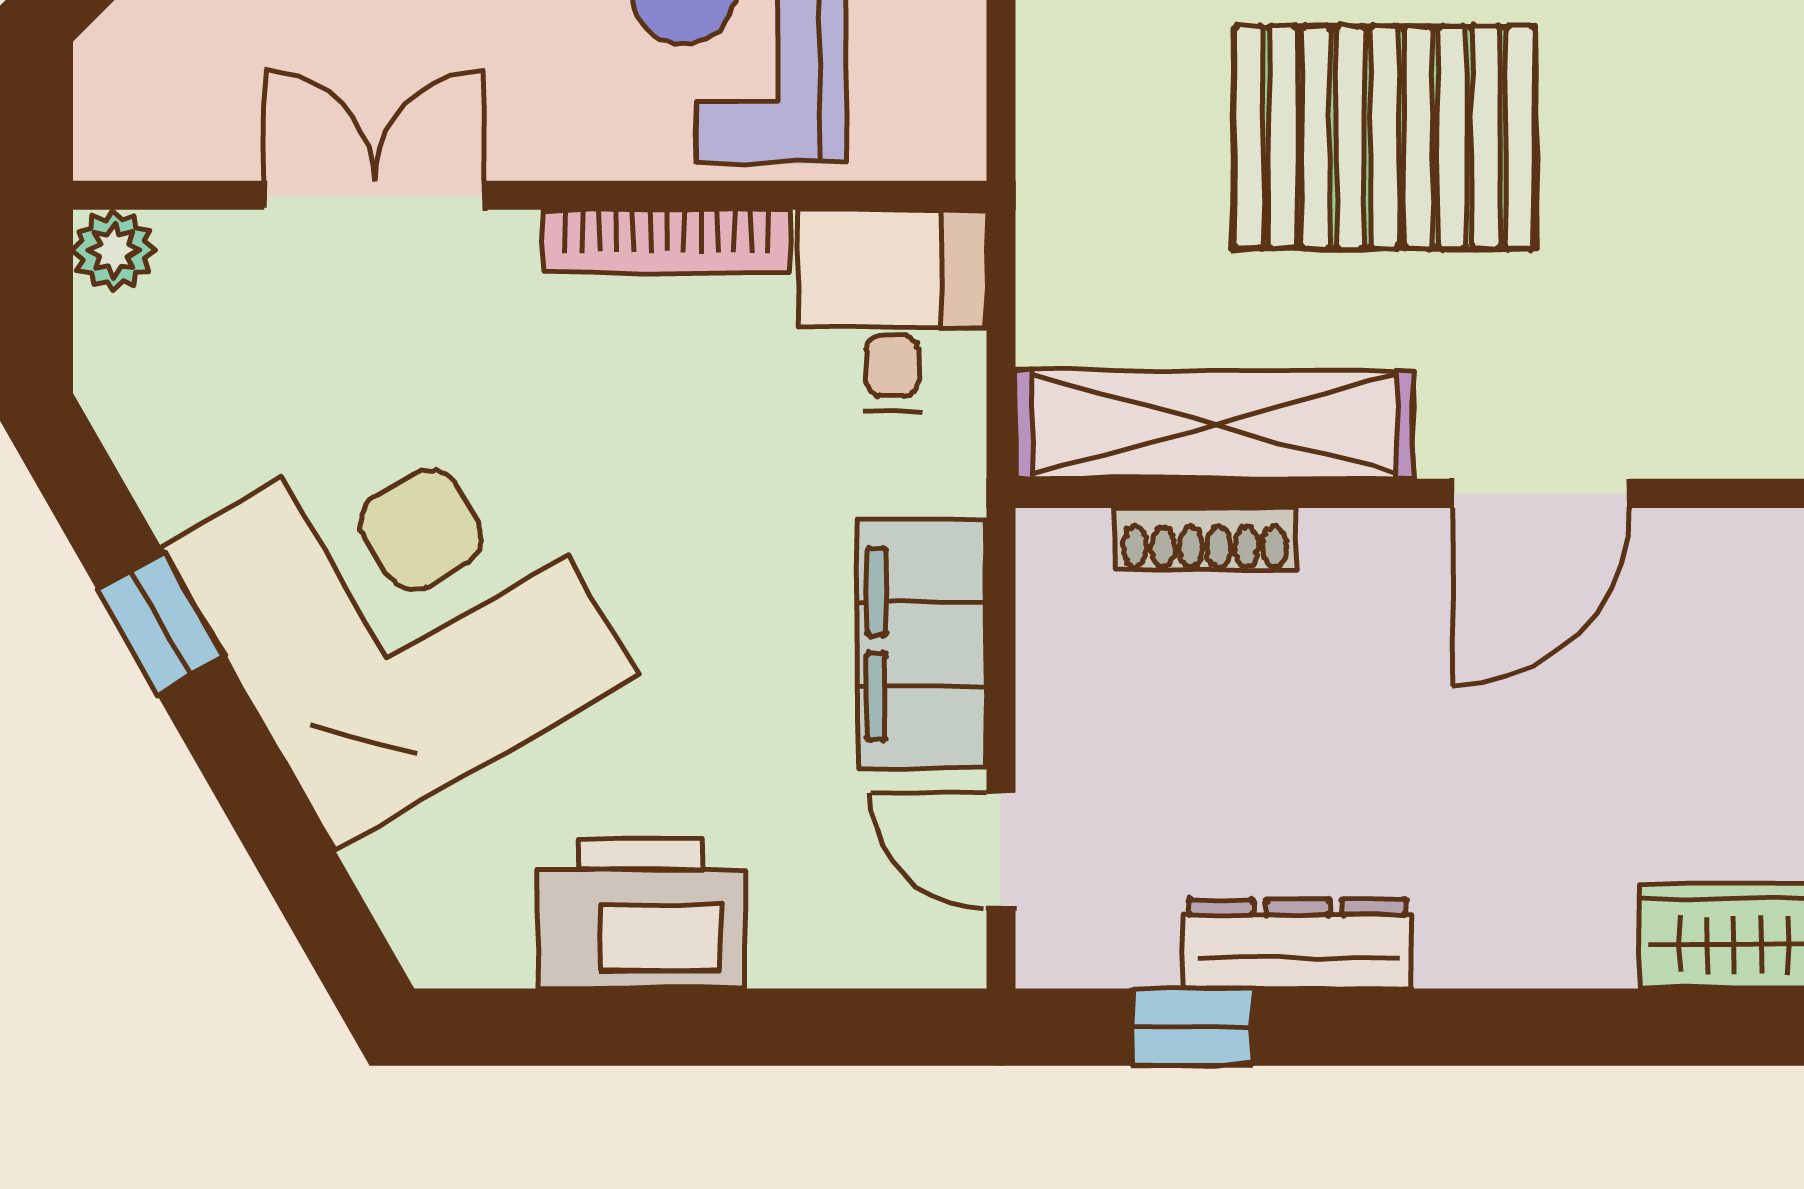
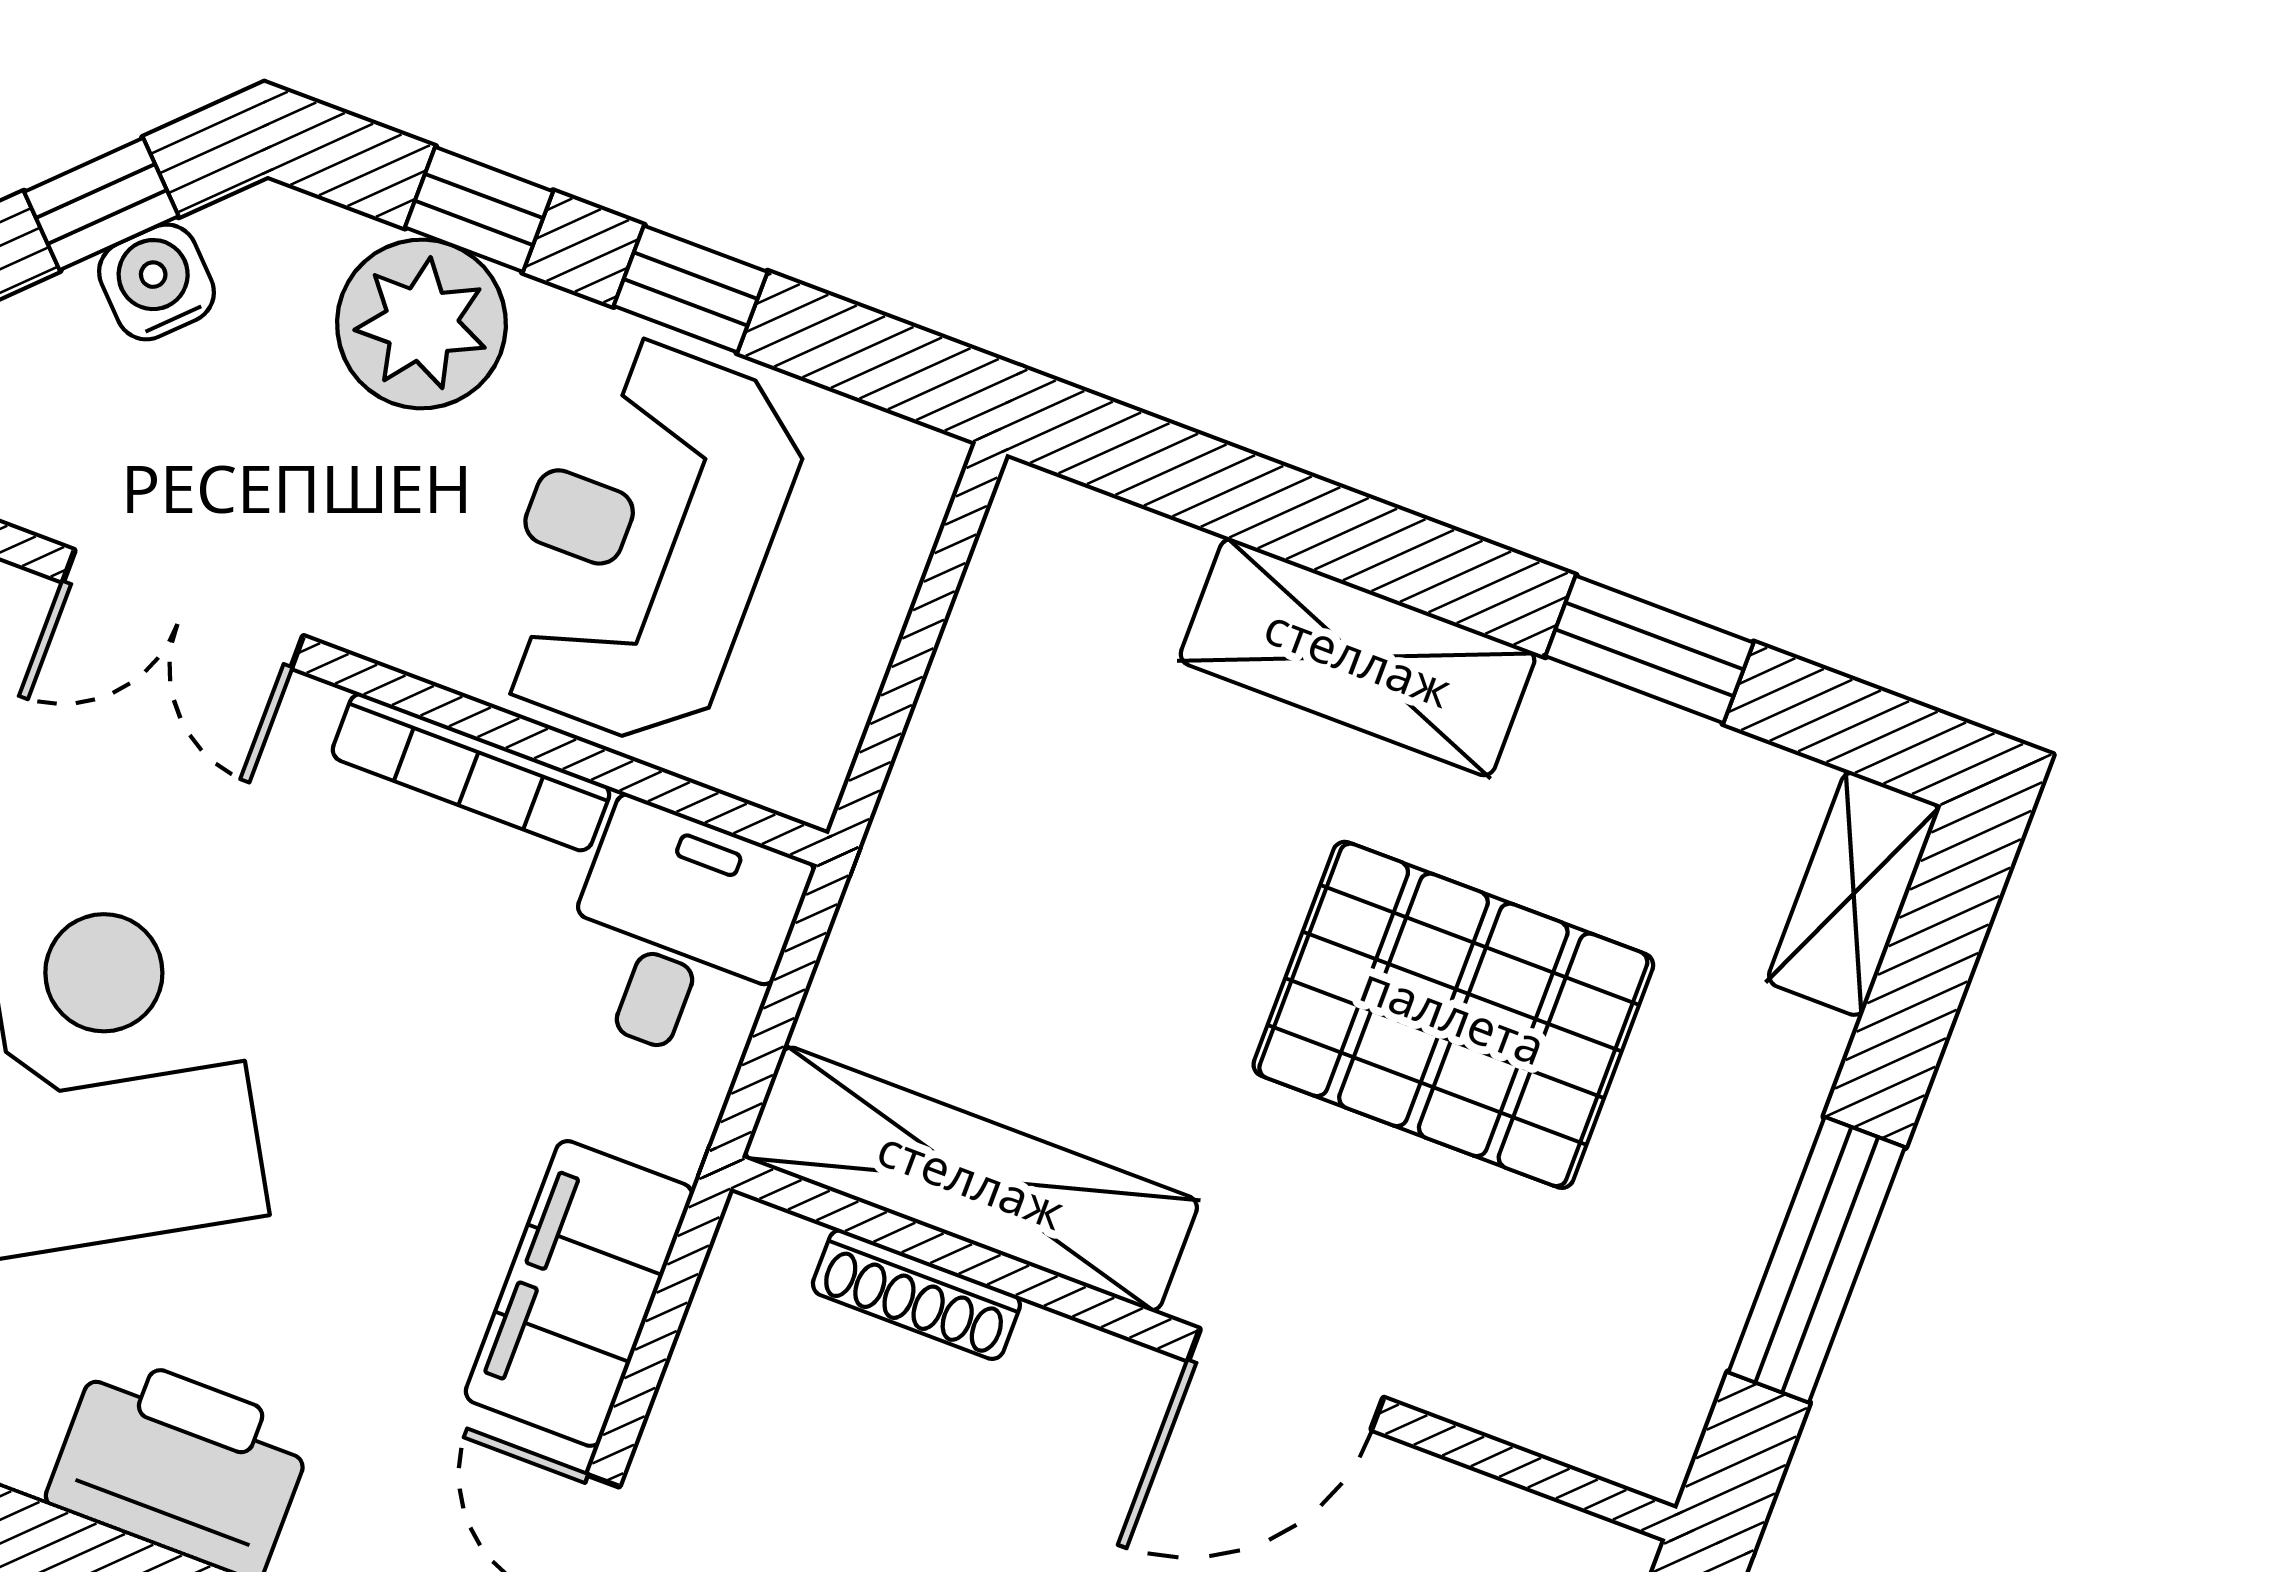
pallet: (1384, 137) -> (1453, 1015), moved
double door: (374, 195) -> (183, 609), swing flipped

